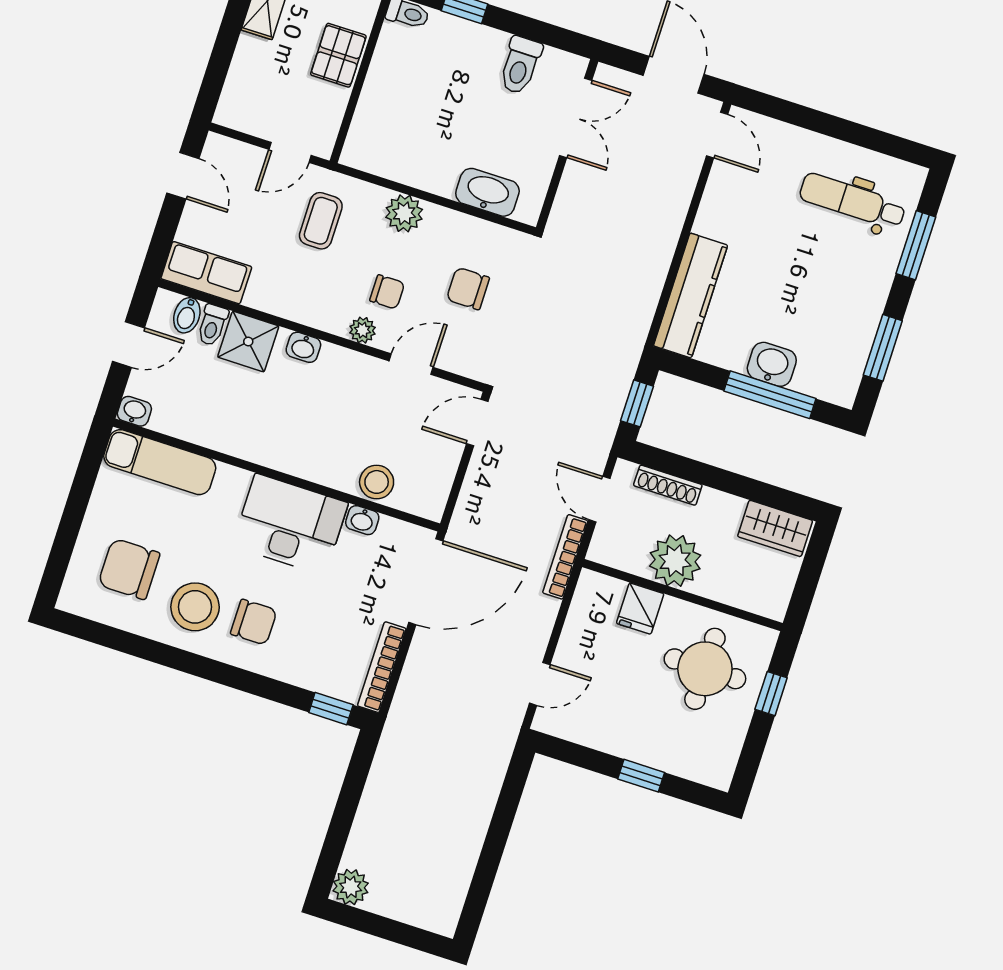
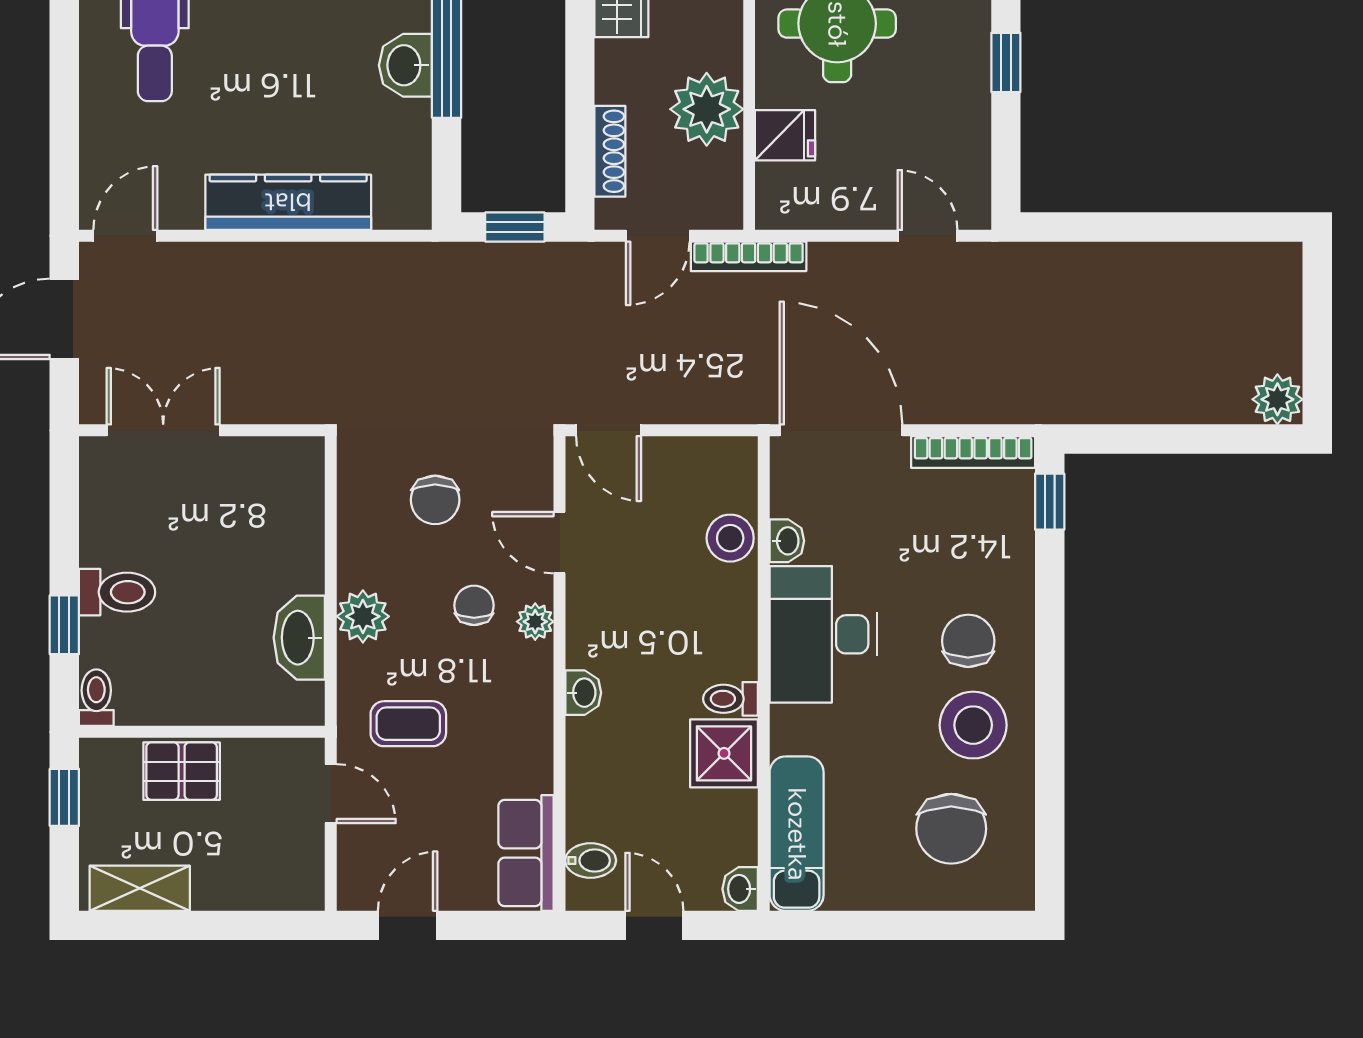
toilet: (520, 65) -> (117, 592), moved
washbasin: (487, 192) -> (299, 638), moved
kitchen counter: (691, 295) -> (288, 202), moved
toilet: (212, 325) -> (731, 699), moved, turned 180
shower: (248, 342) -> (724, 753), moved

